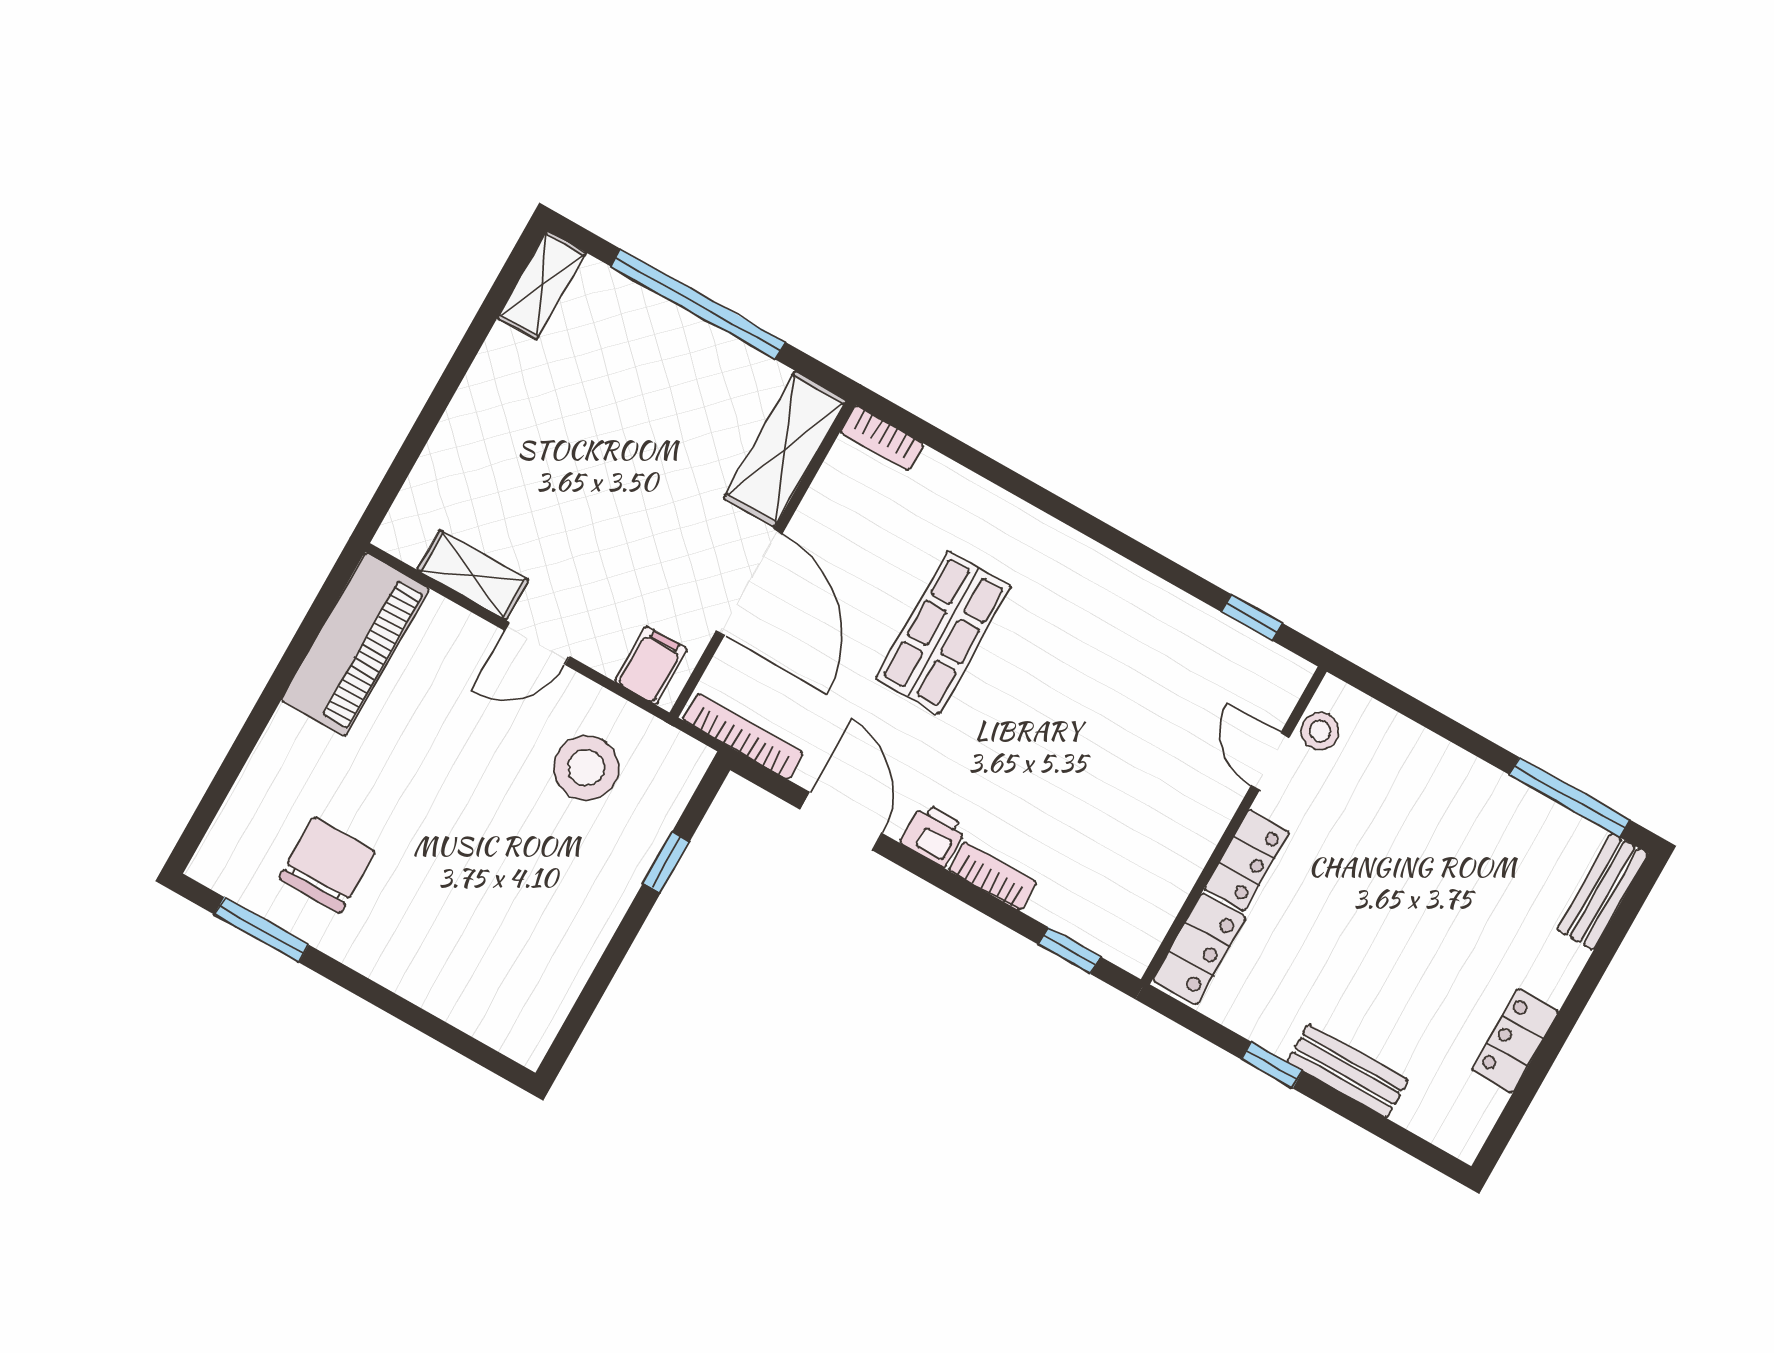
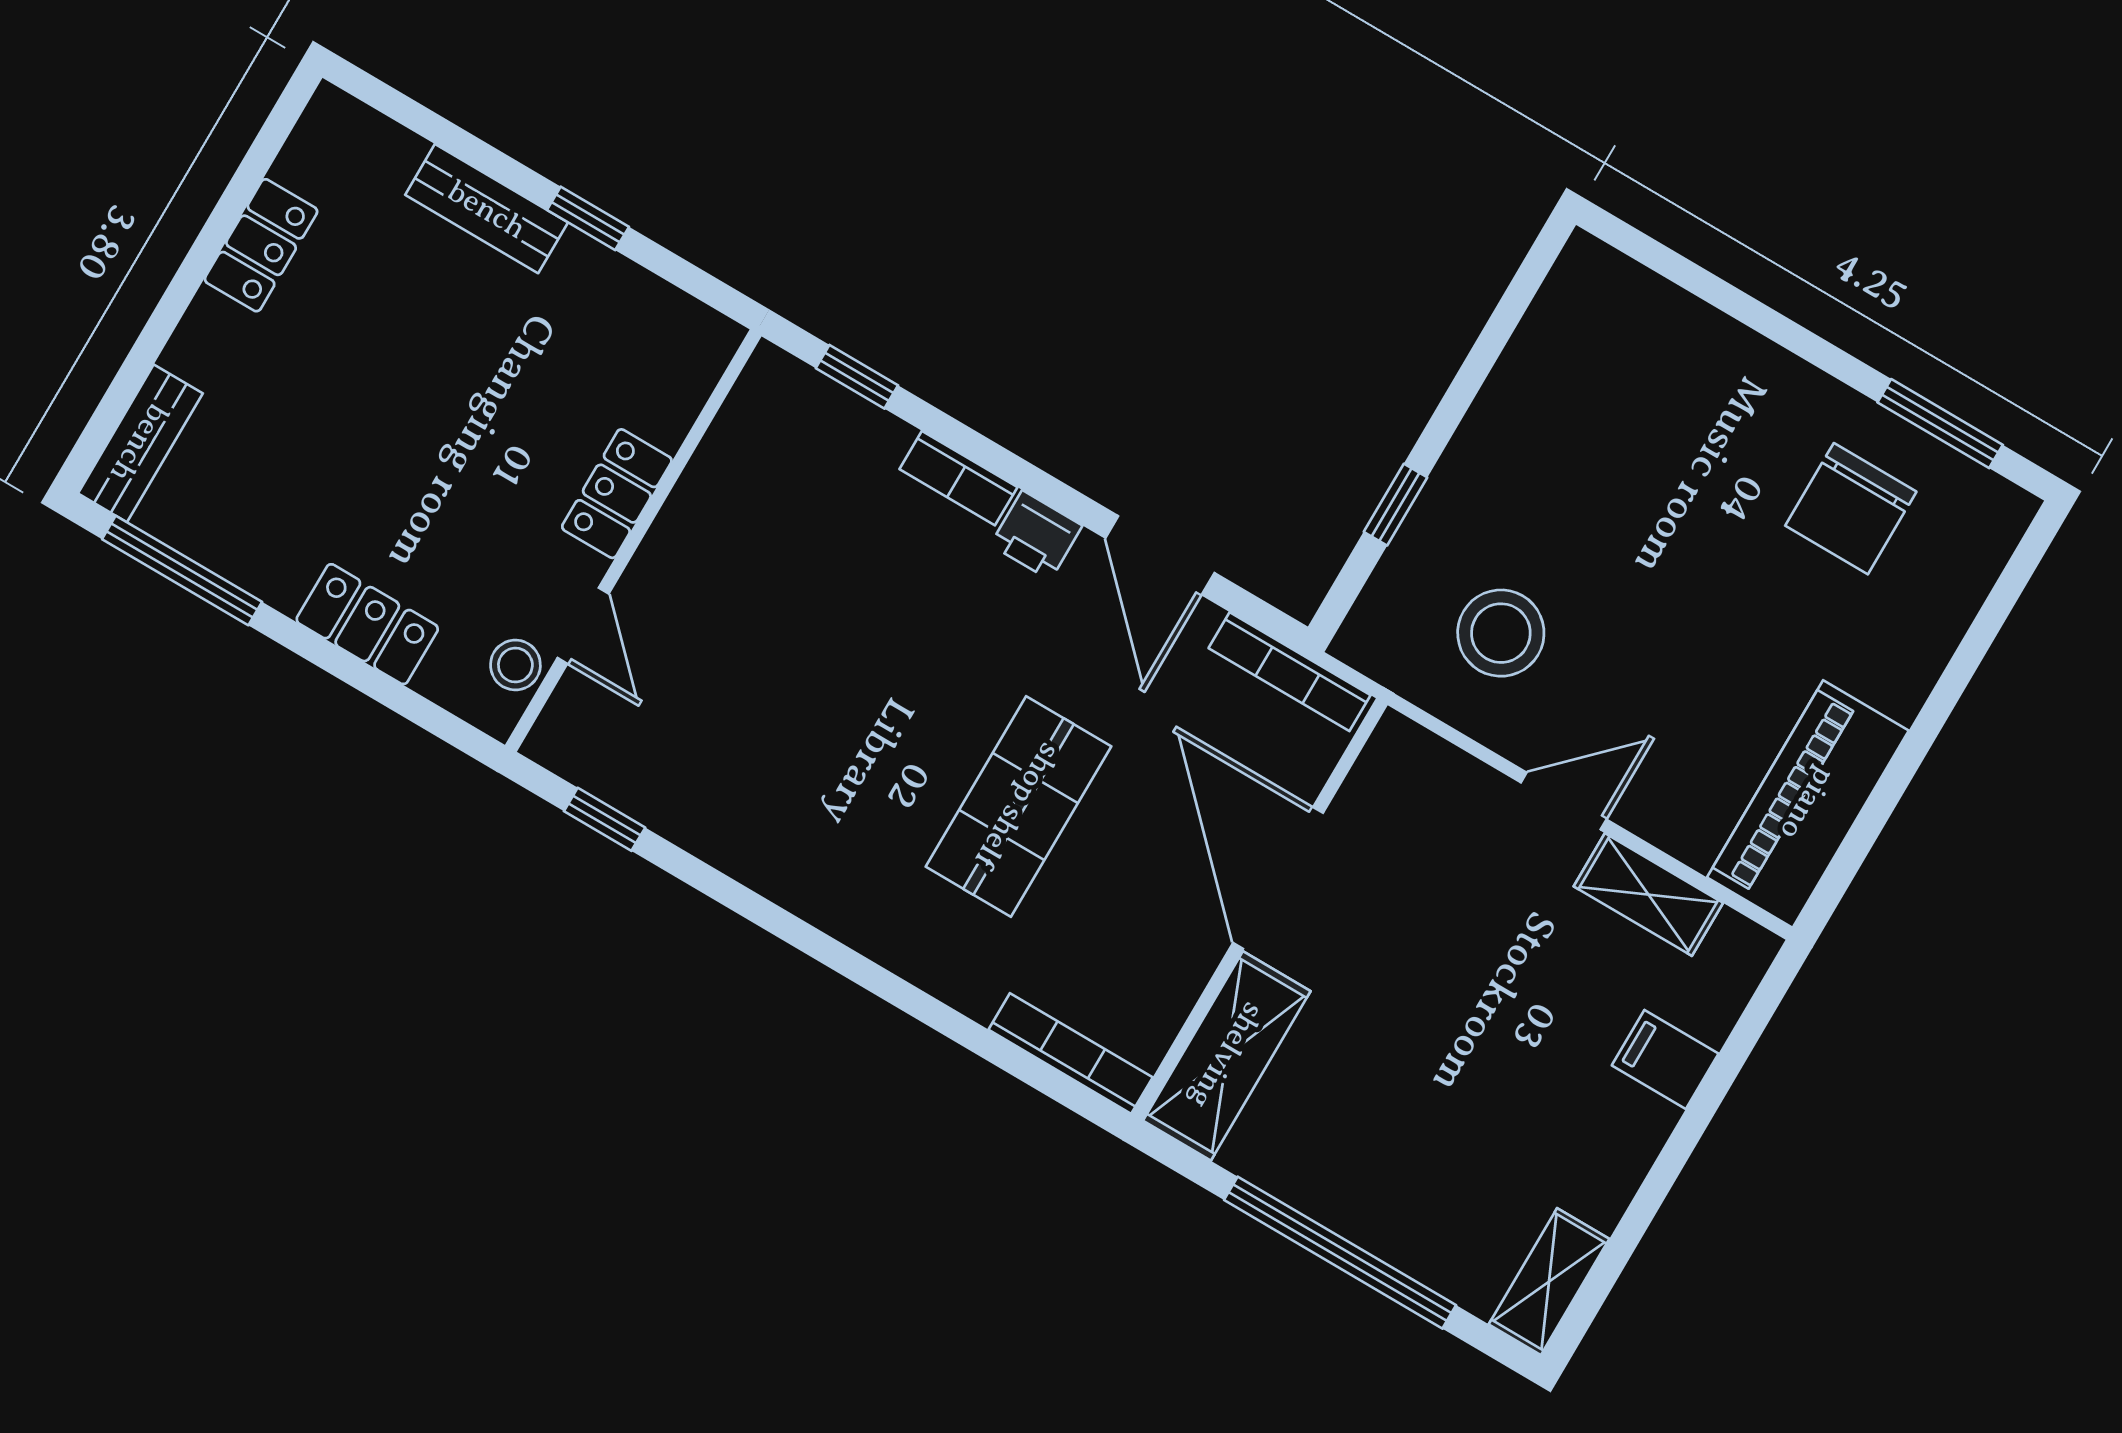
bookcase: (882, 438) -> (1071, 1053), width x1.56
filing cabinet: (651, 665) -> (1665, 1059), moved, turned 90
locker: (1199, 949) -> (367, 624), moved, turned 90

